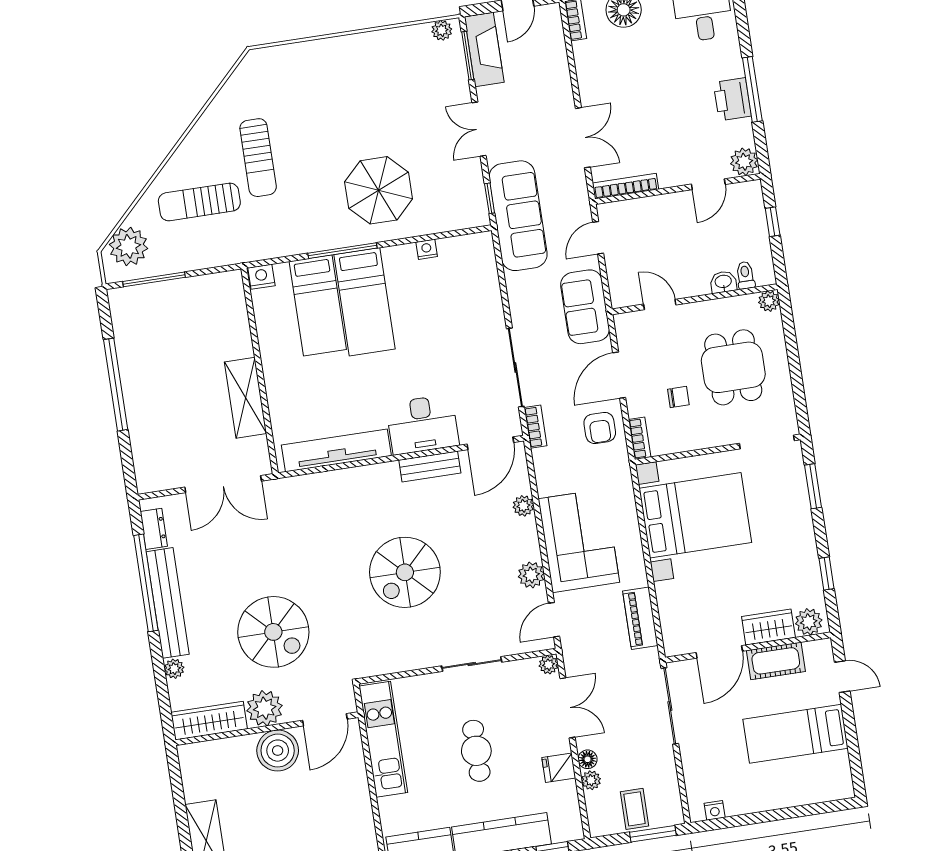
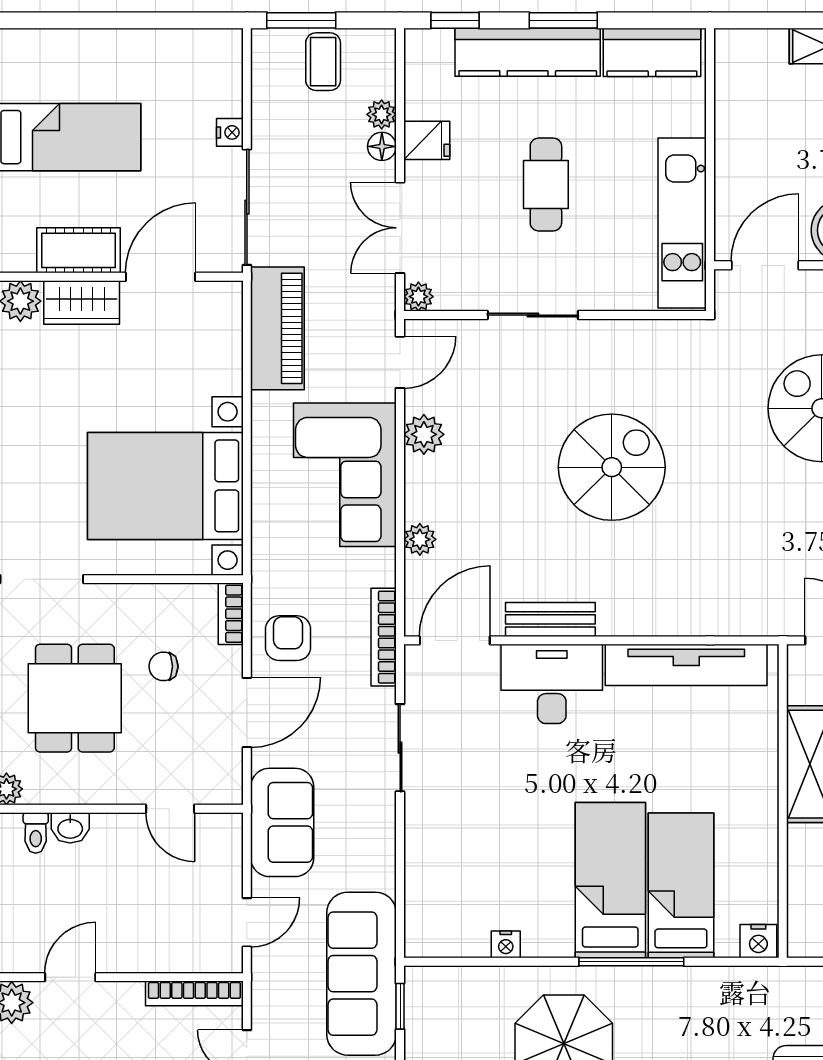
sliding door: (515, 367) -> (400, 748), width x0.73
bookcase: (535, 427) -> (384, 637), width x1.56
piano: (640, 618) -> (277, 328), width x1.37, depth x1.33
nightstand: (715, 810) -> (230, 132), moved, turned 90

